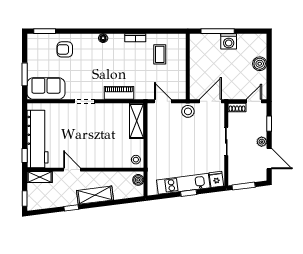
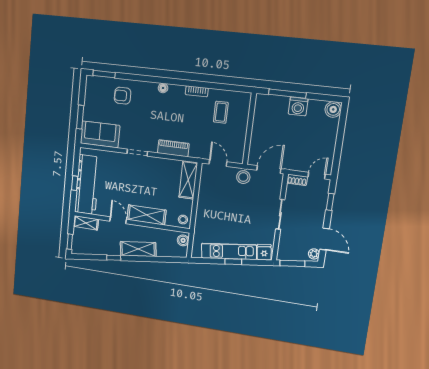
boiler: (260, 64) -> (333, 109), moved
plant: (262, 142) -> (314, 254), moved
window: (25, 156) -> (75, 183), moved
shelving: (100, 160) -> (146, 215), added

